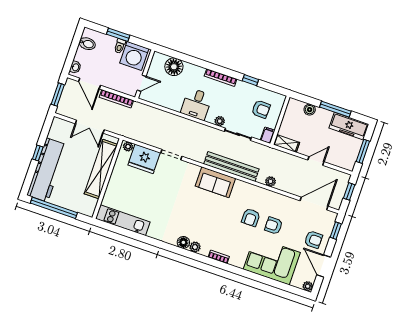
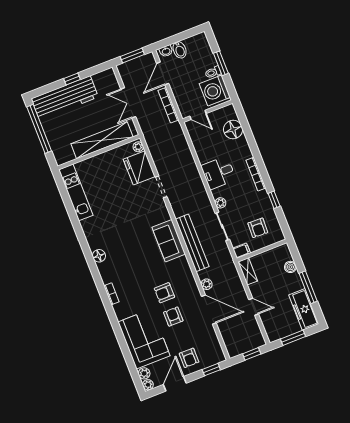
bidet: (87, 44) -> (180, 50), moved
door: (314, 203) -> (209, 310), moved
plant: (195, 247) -> (144, 373), moved

